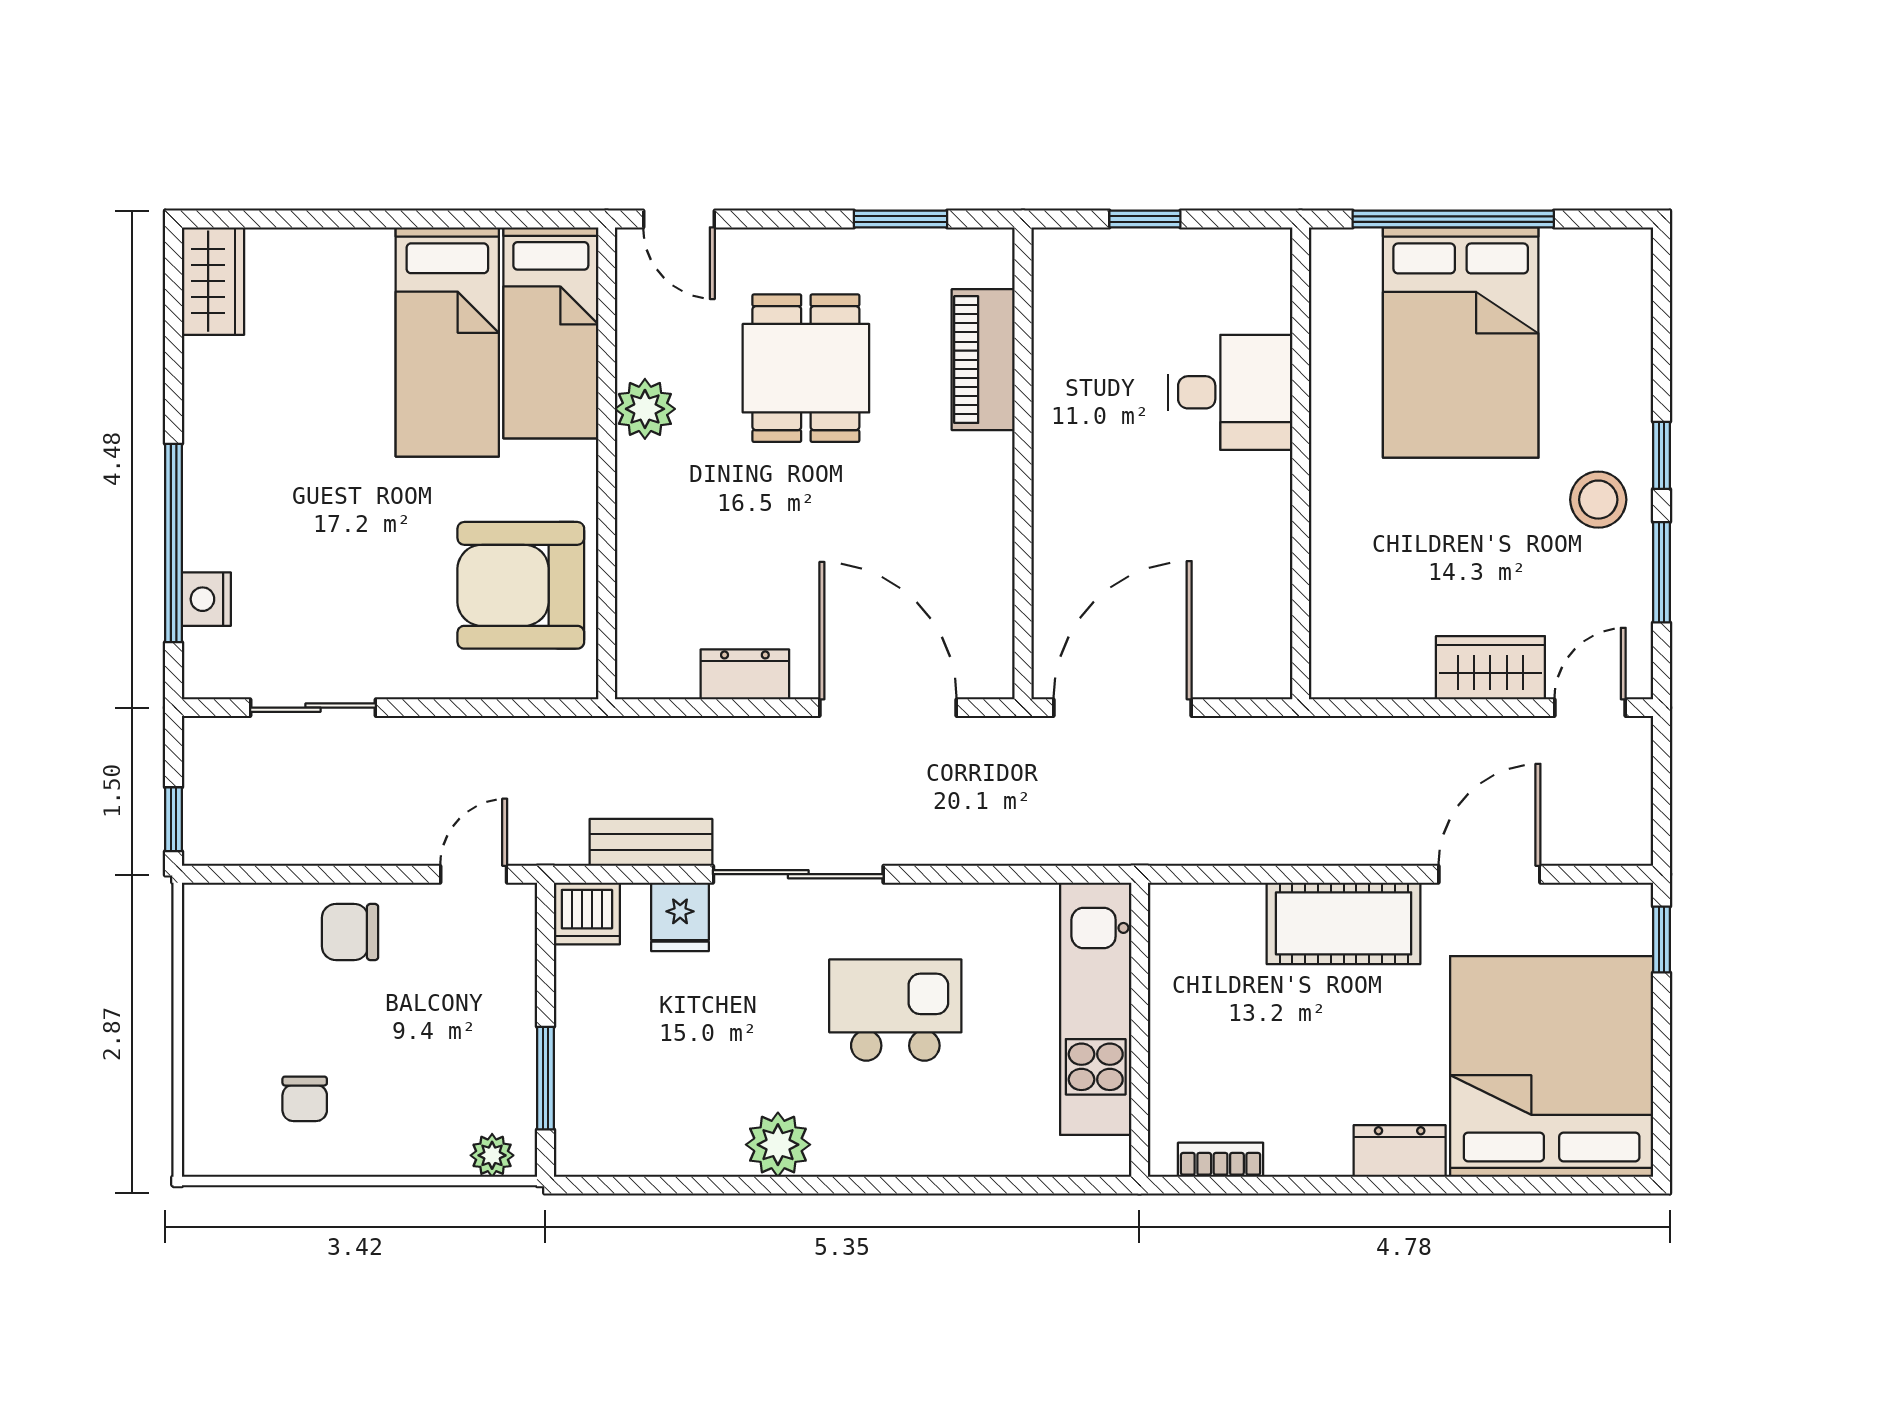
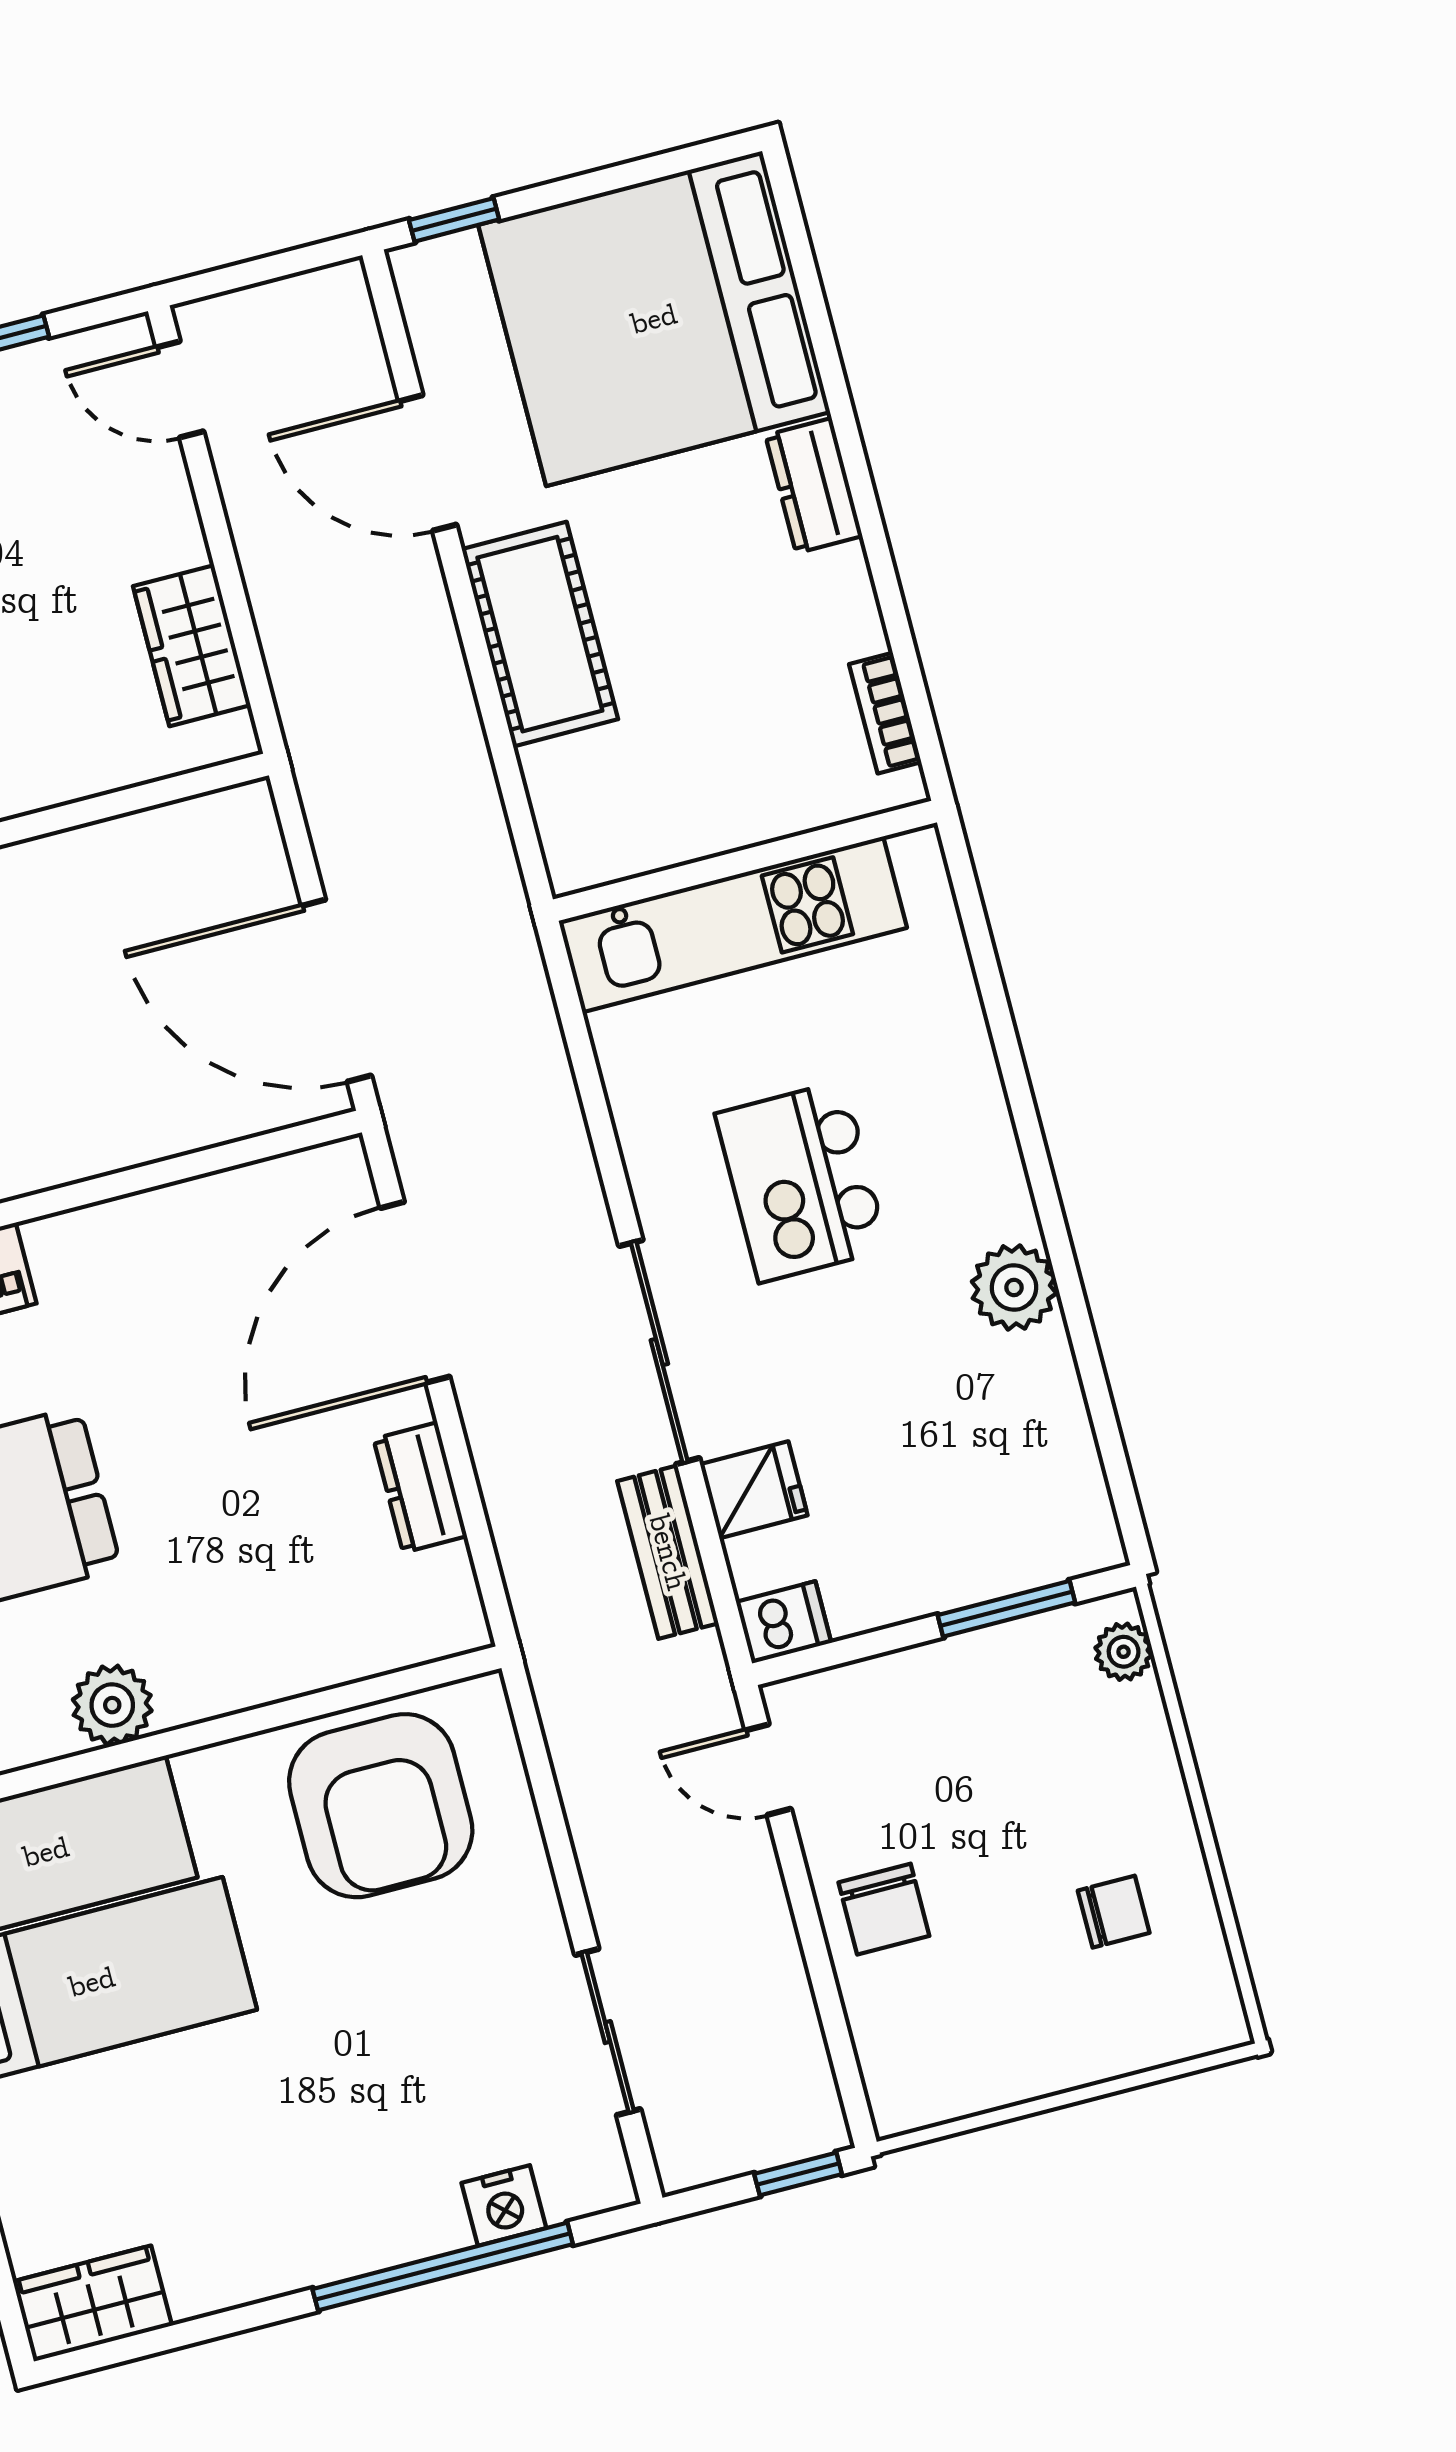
wardrobe: (1490, 668) -> (192, 646), moved
dishwasher: (587, 913) -> (784, 1622), width x0.73

